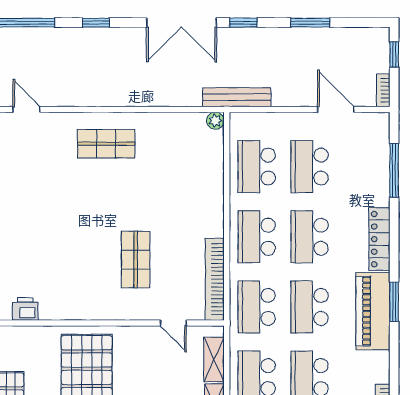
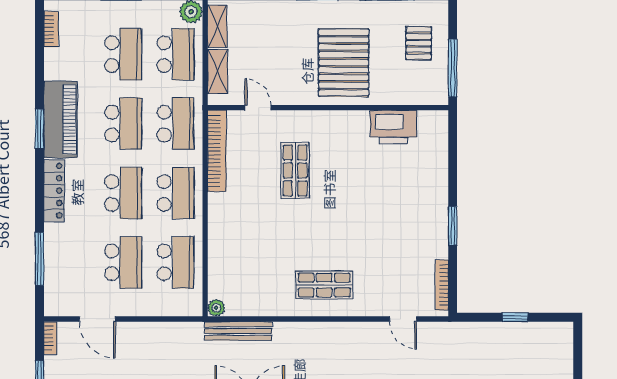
bench: (237, 97) -> (238, 331), moved
printer: (25, 309) -> (393, 127), width x1.87, depth x1.48

